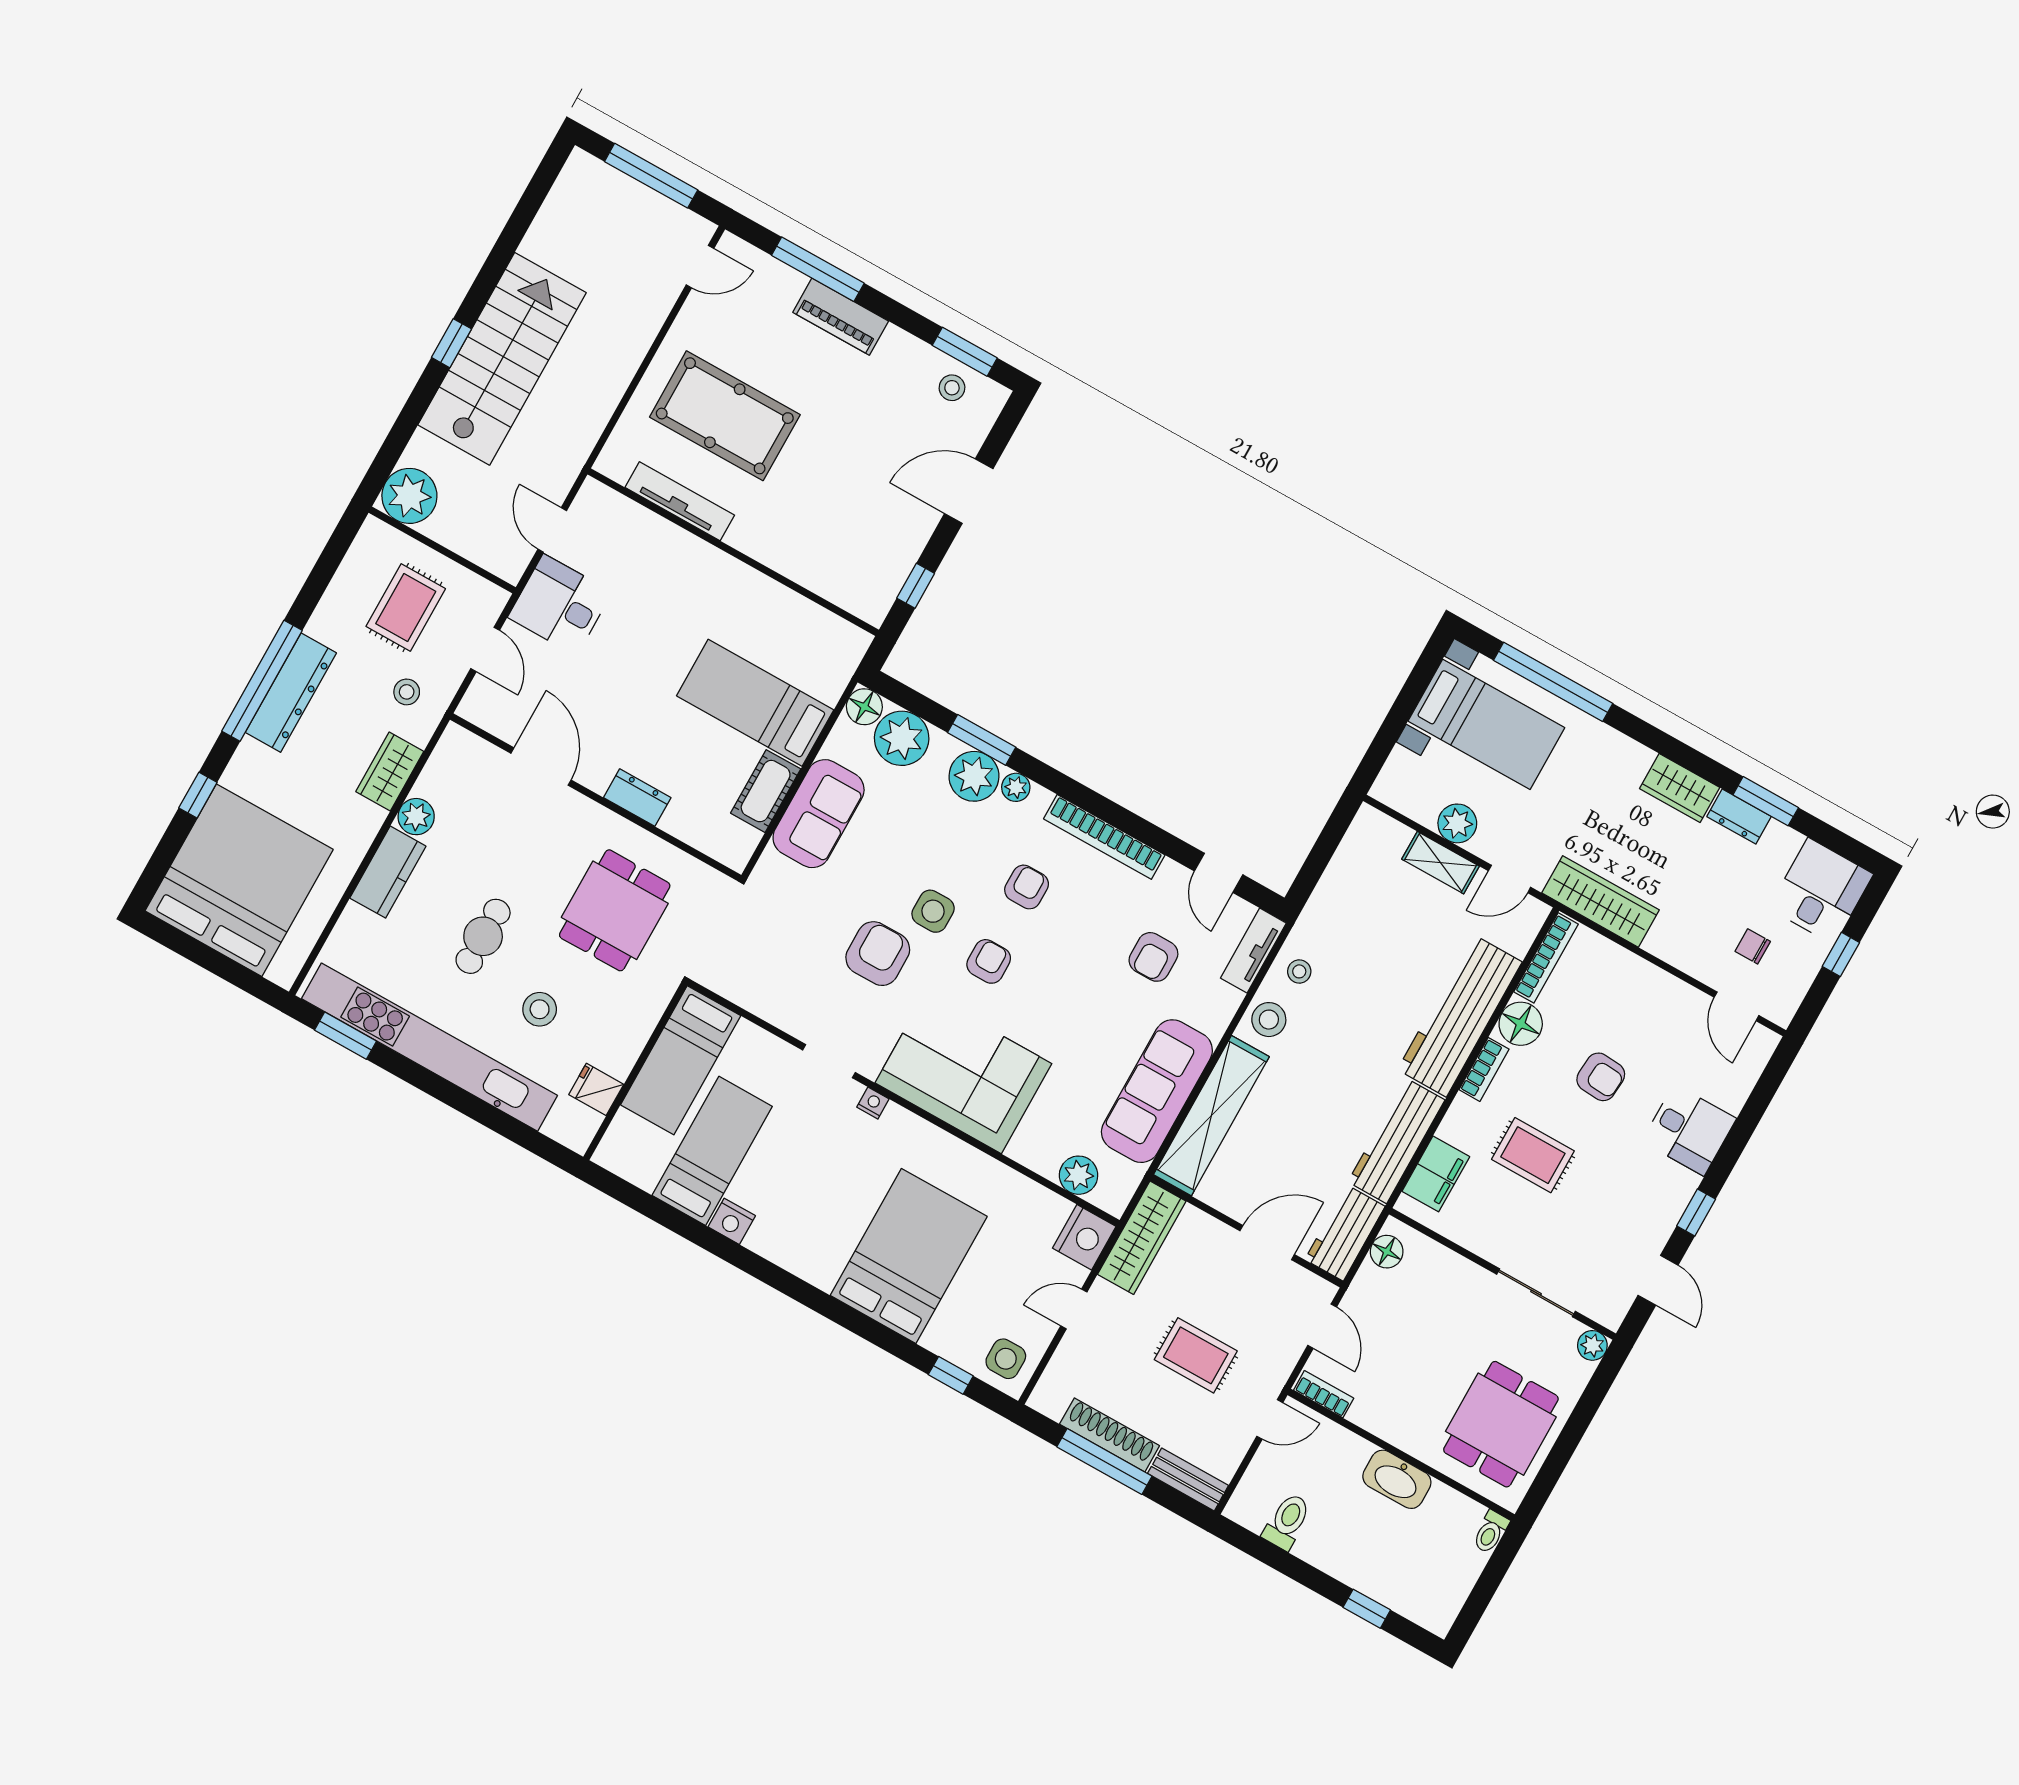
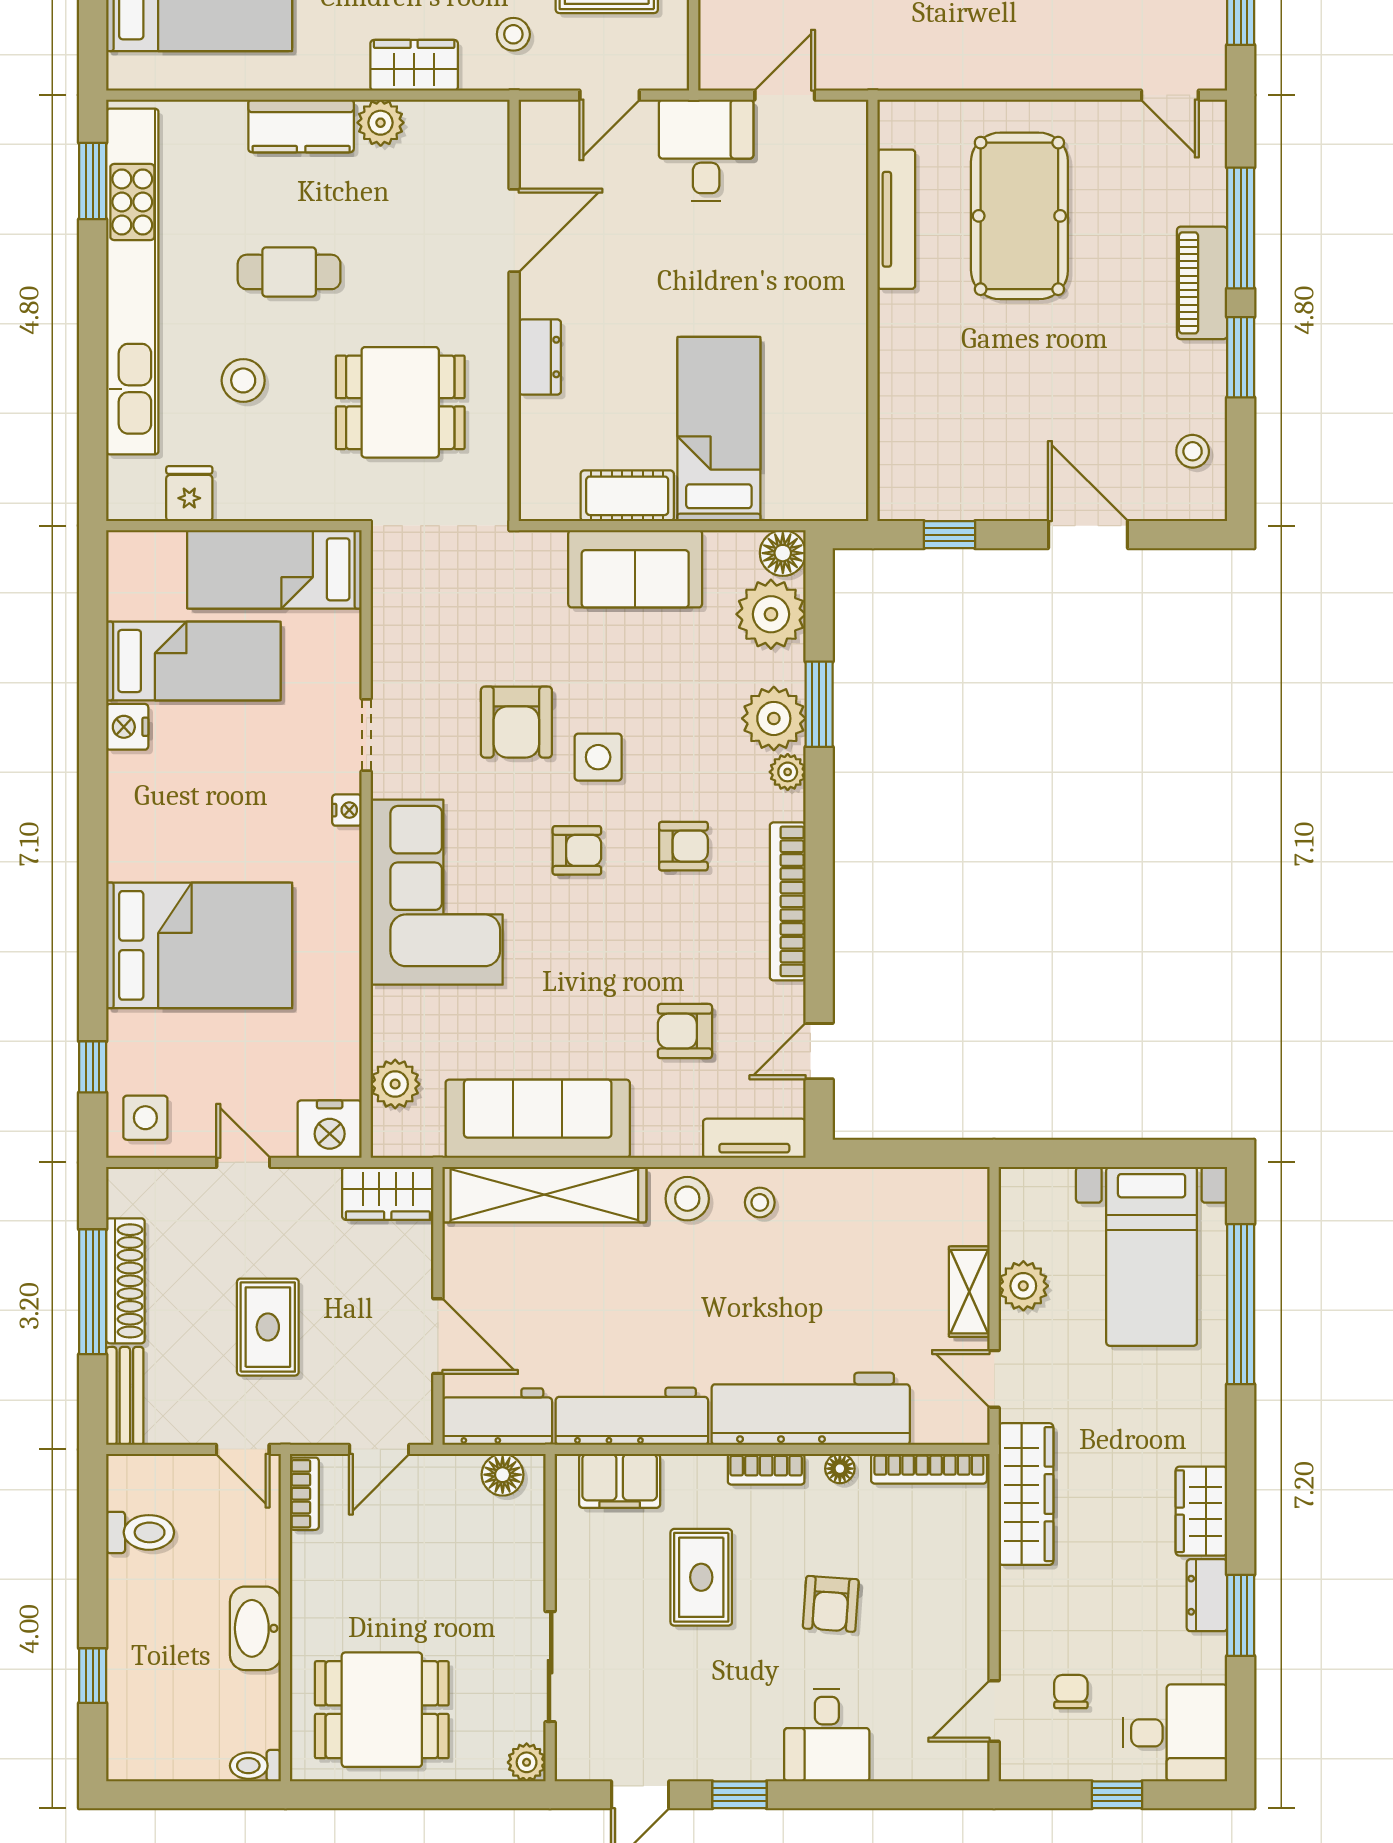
window: (965, 352) -> (1241, 357), moved
armchair: (878, 954) -> (516, 722), turned 90
floor lamp: (1521, 1024) -> (840, 1469), width x0.53, depth x0.53
wardrobe: (1142, 1238) -> (388, 1193), width x0.67

